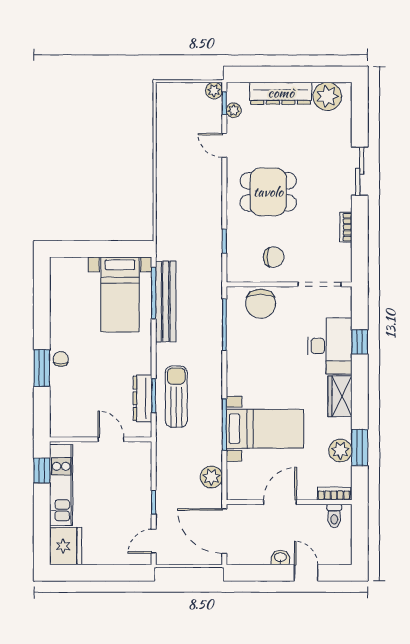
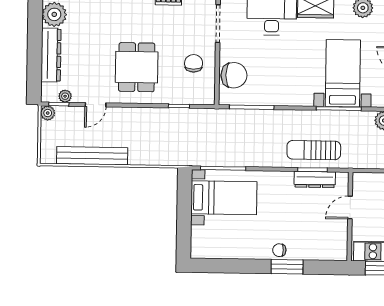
bench: (166, 301) -> (92, 156), moved

